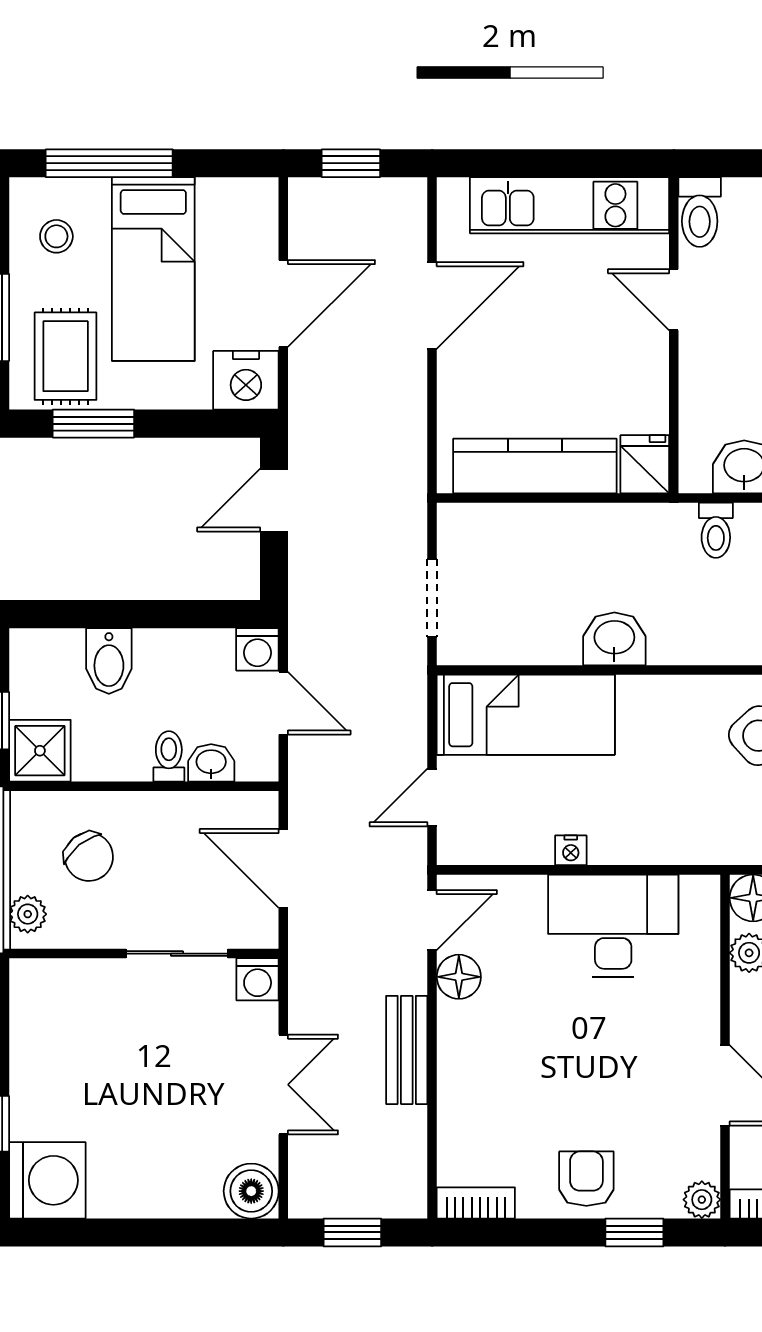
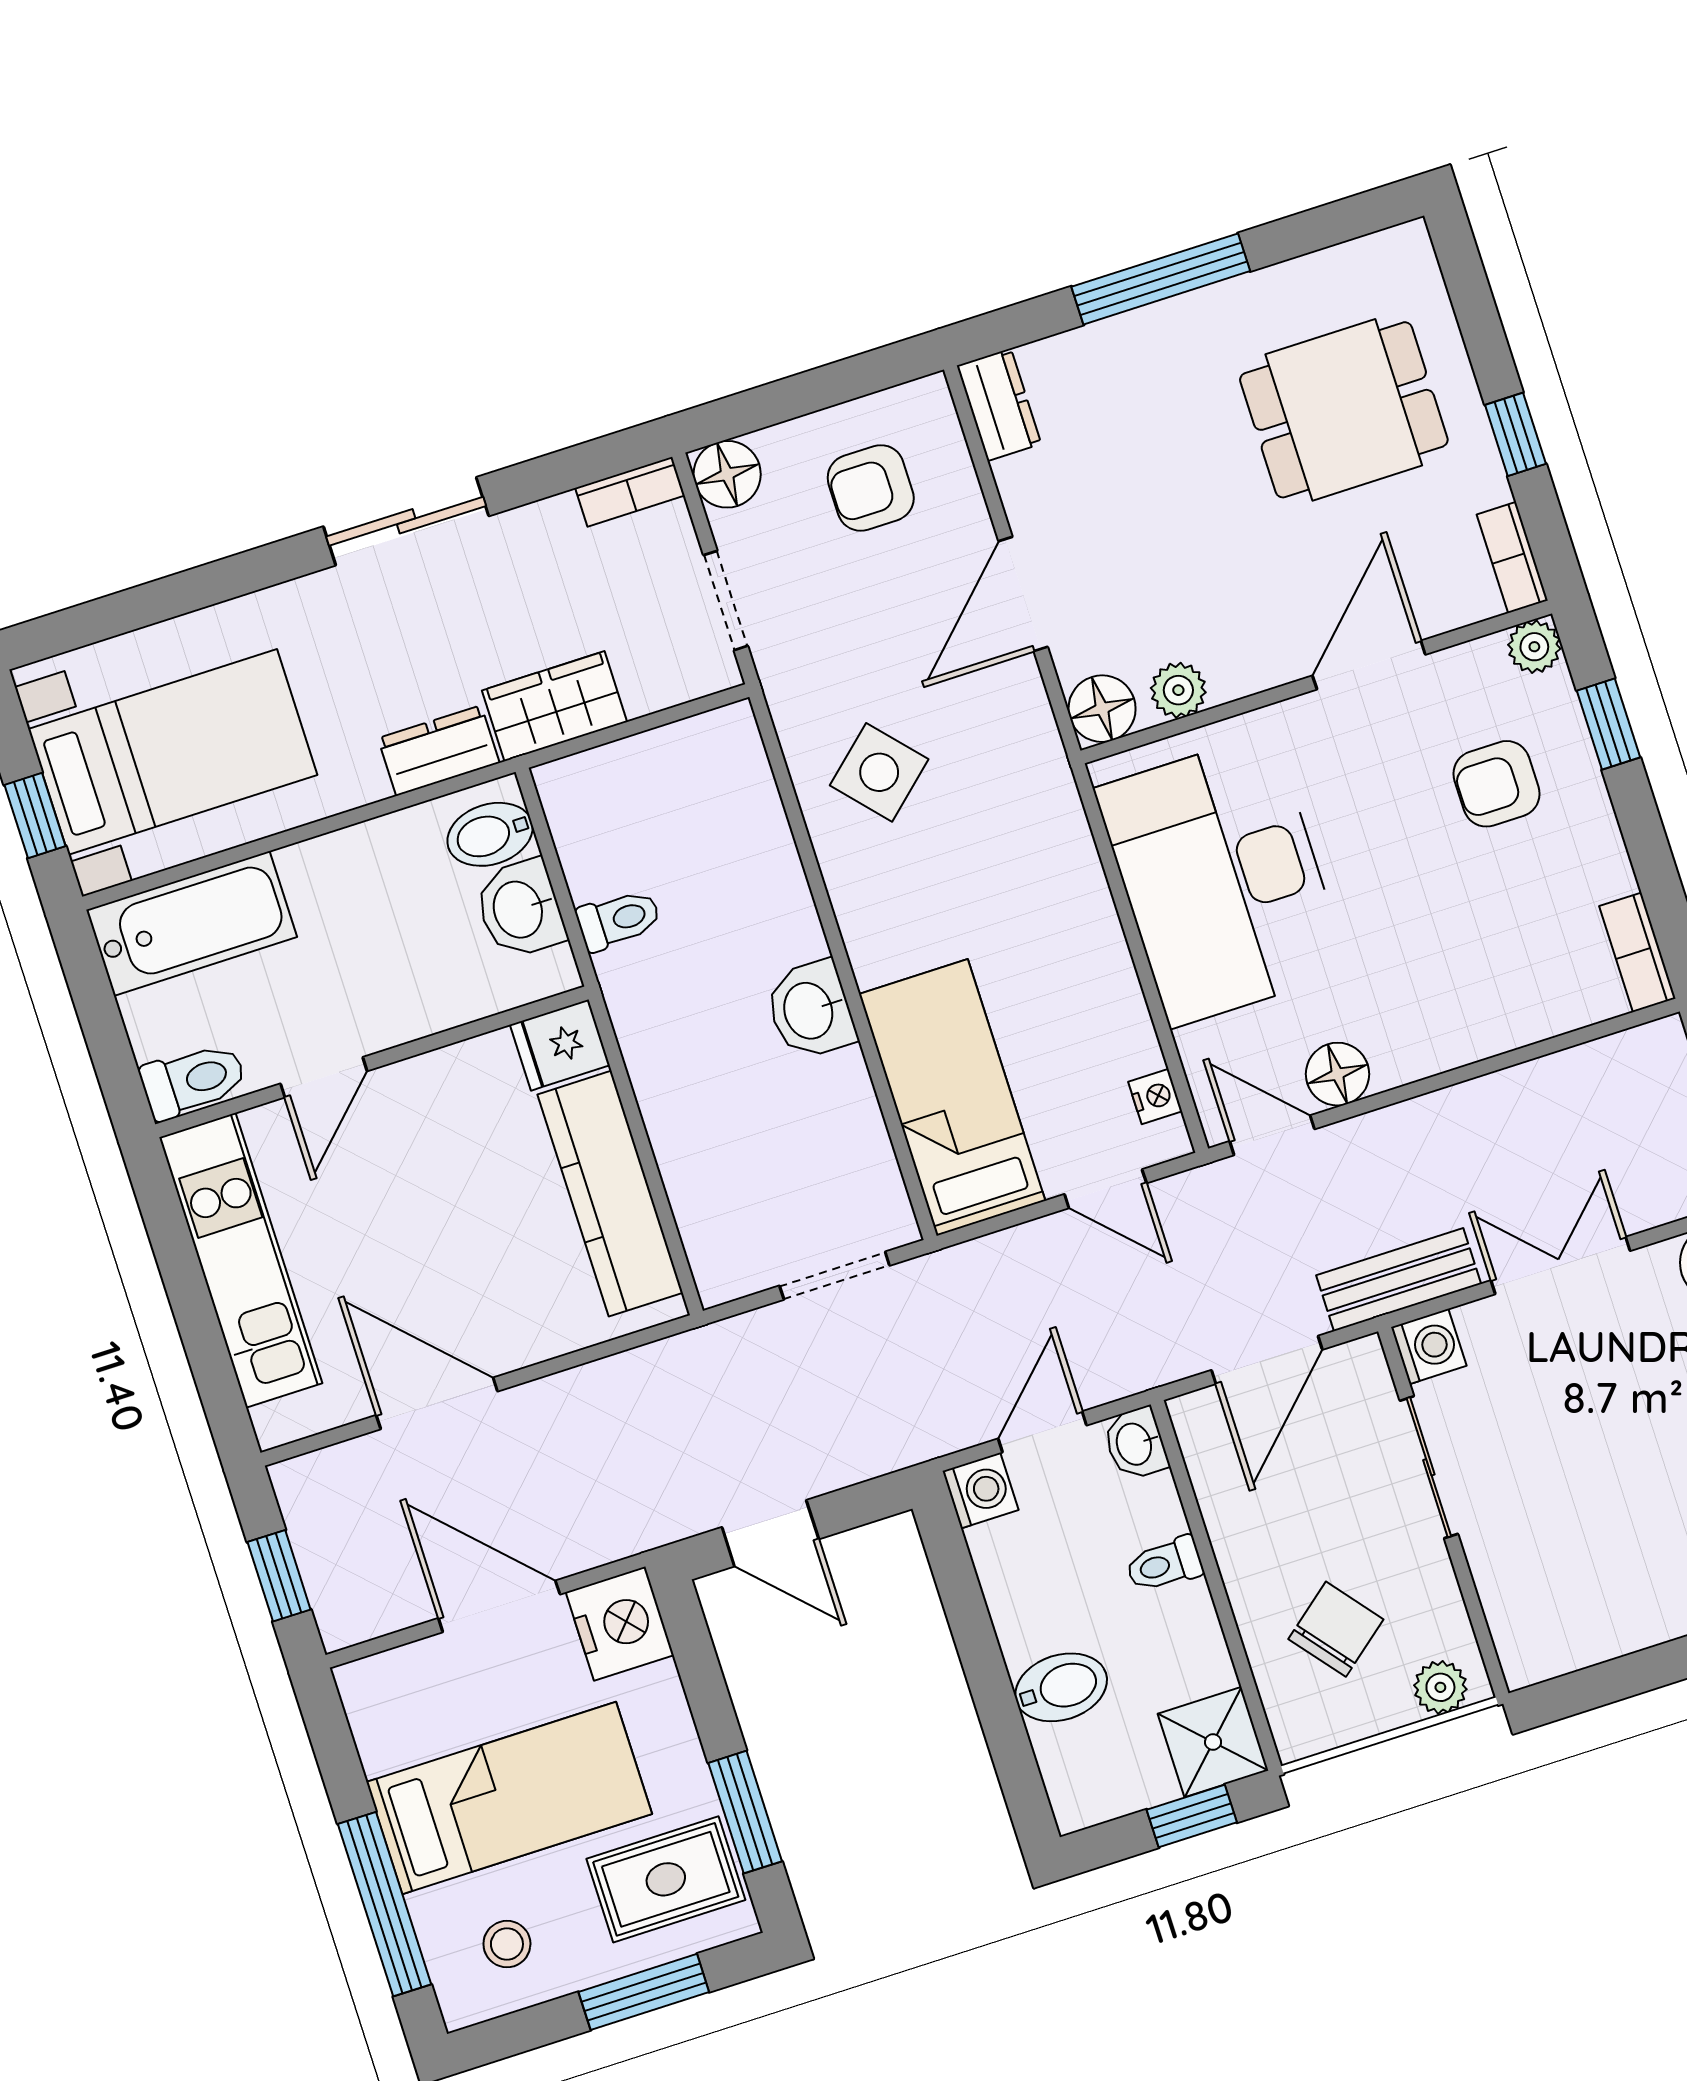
washbasin: (211, 763) -> (1135, 1444), moved
nightstand: (571, 850) -> (1155, 1096), moved
desk: (613, 926) -> (1222, 880), width x1.36, depth x1.30
bench: (407, 1050) -> (1399, 1280), moved
armchair: (586, 1179) -> (1497, 784), moved

